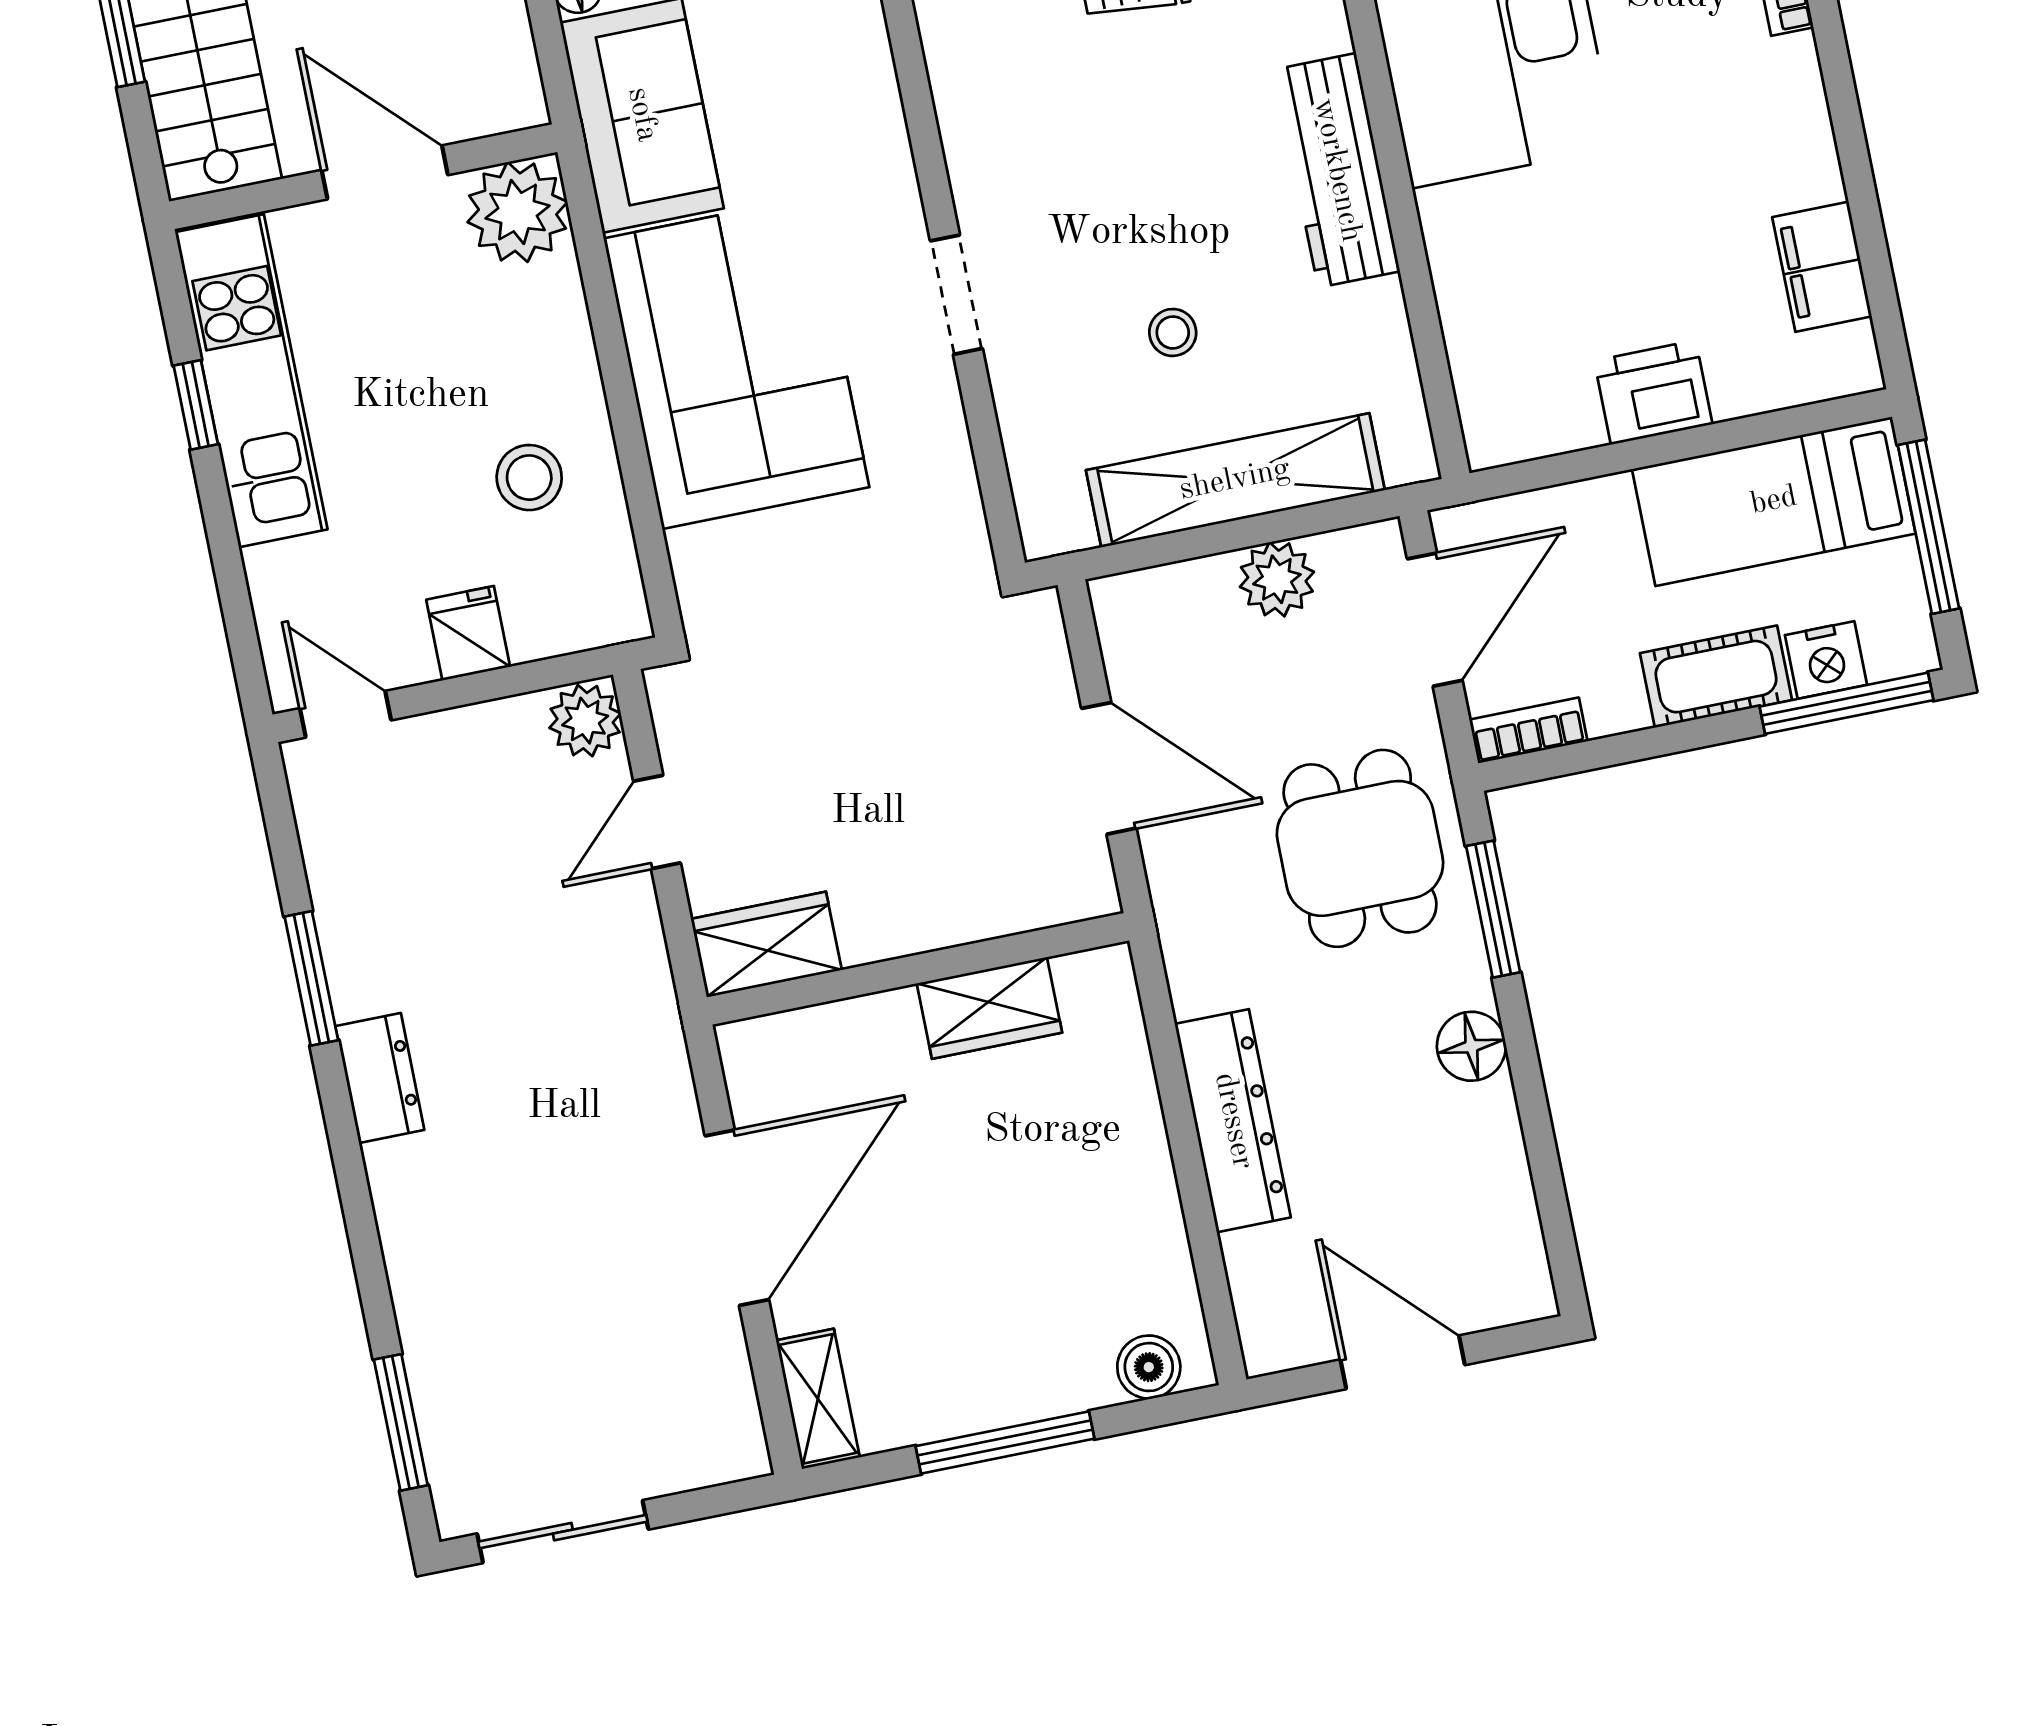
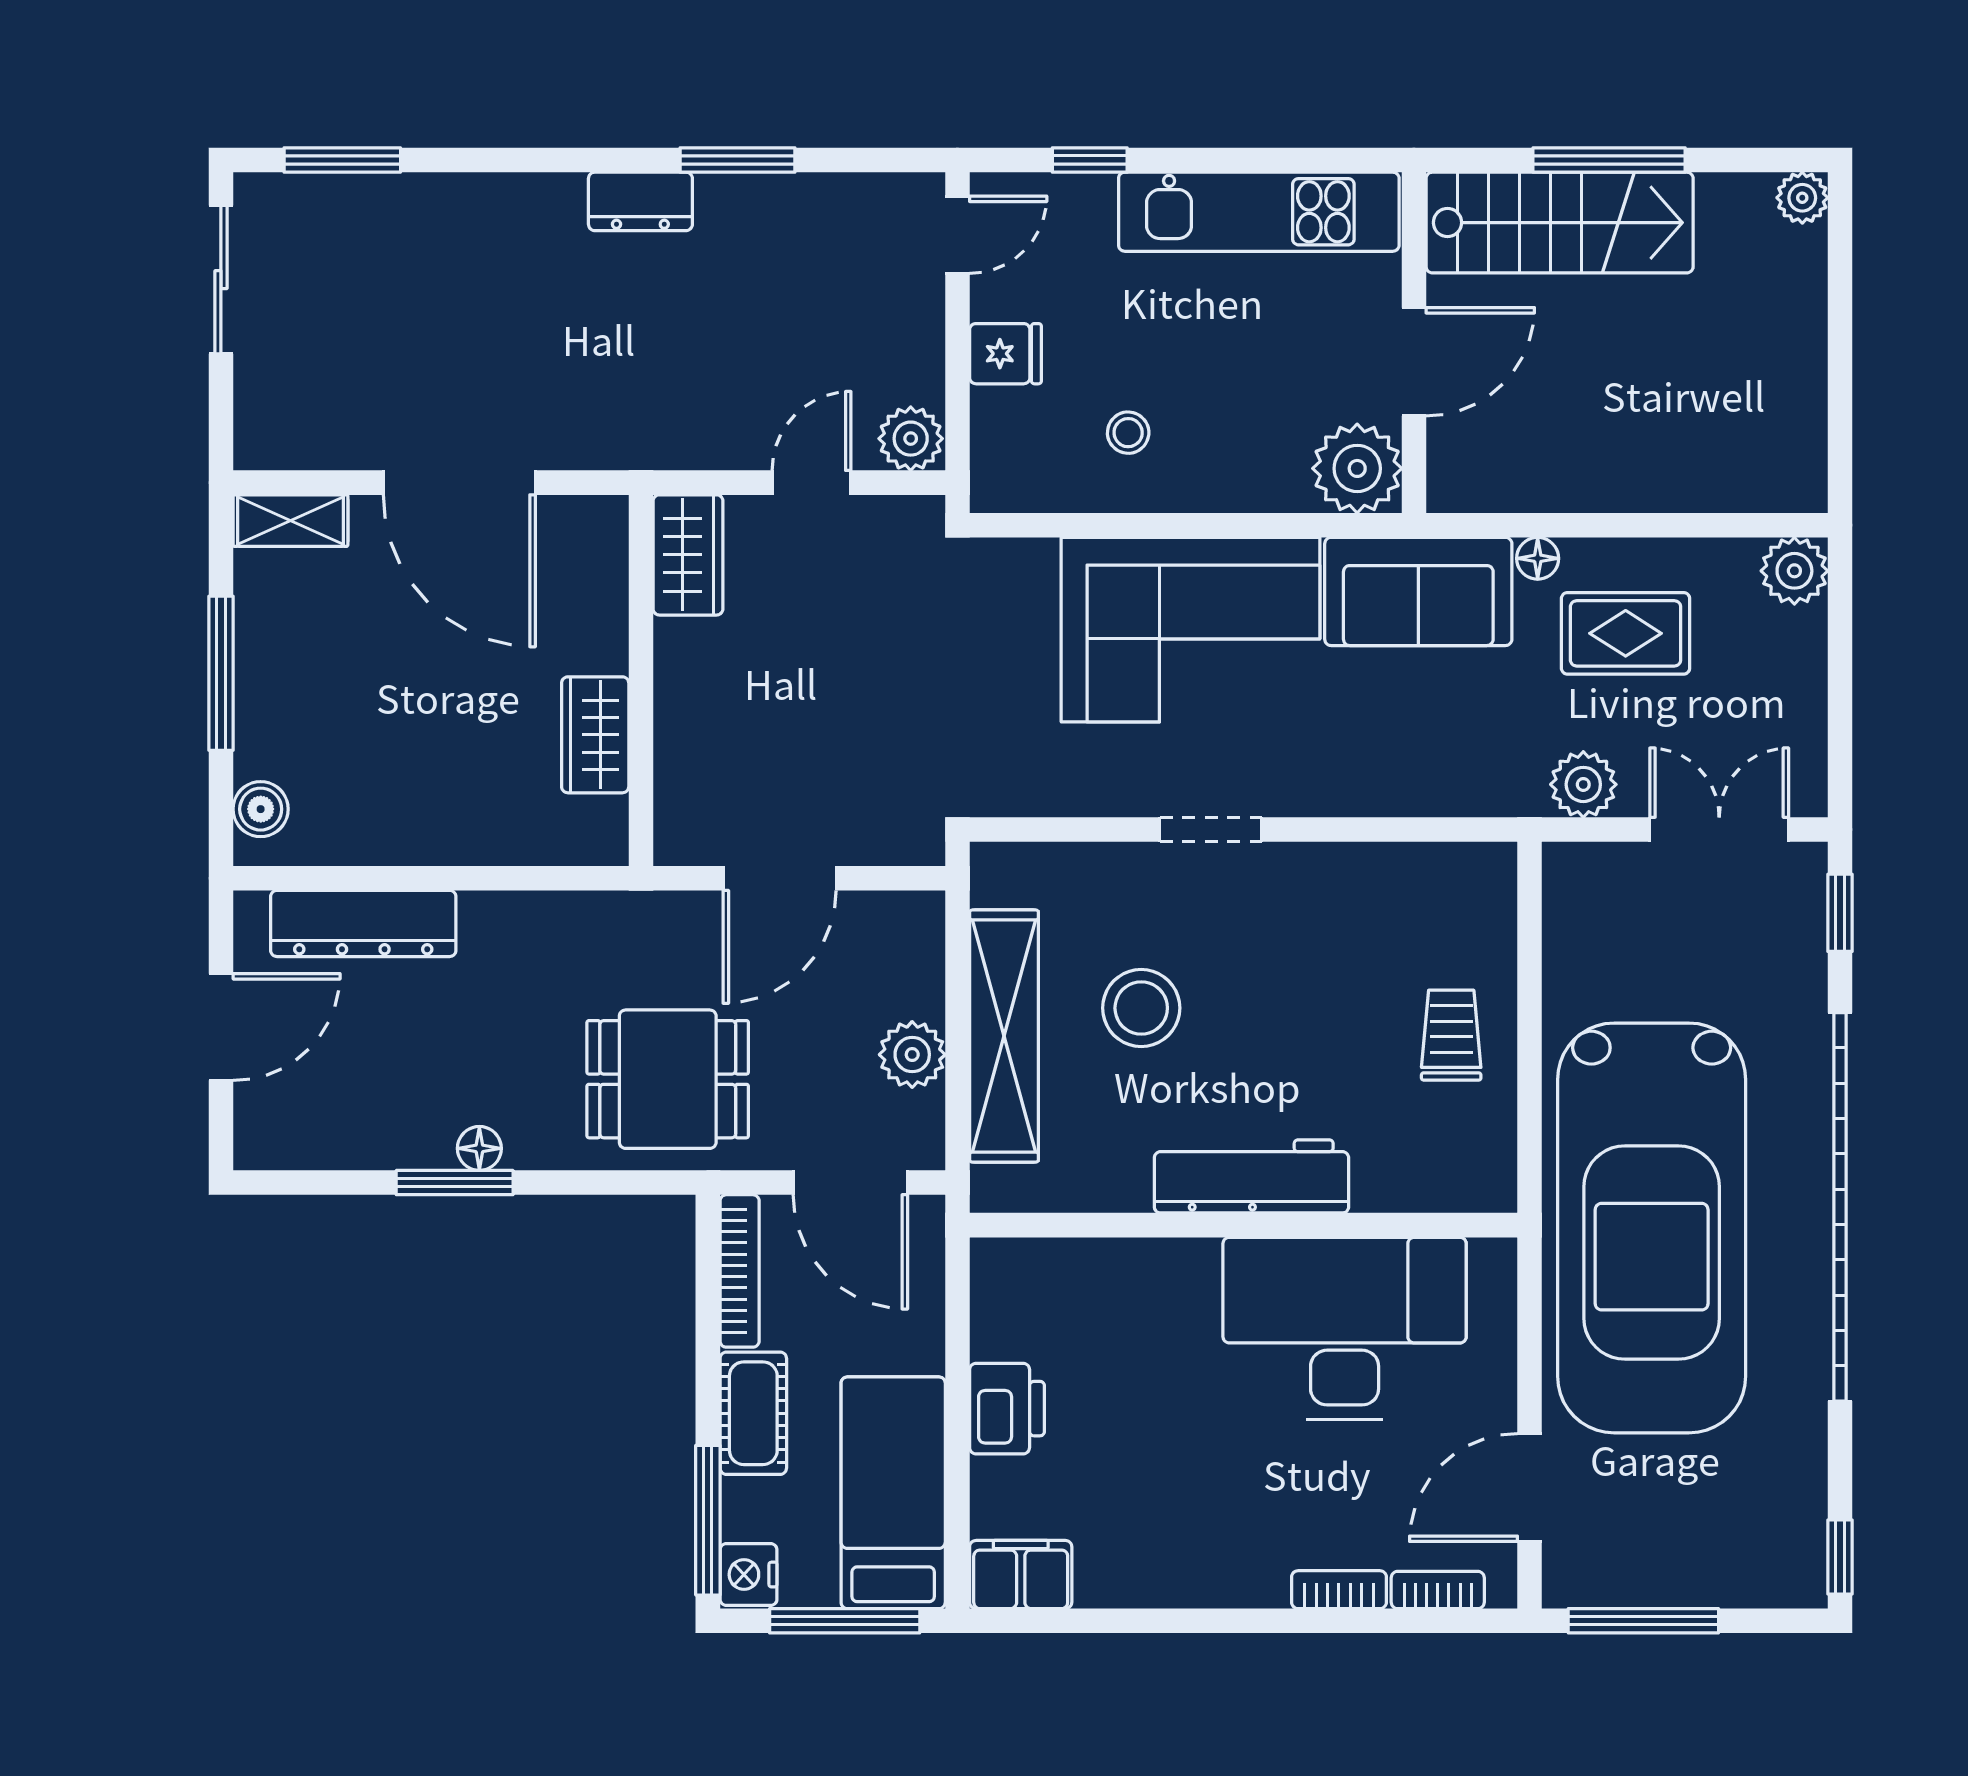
filing cabinet: (1822, 267) -> (1021, 1575), moved
stool: (1173, 332) -> (1141, 1008), width x1.89, depth x1.89
window: (196, 405) -> (1090, 160), moved
stool: (529, 478) -> (1128, 433), width x0.73, depth x0.73
nightstand: (1826, 660) -> (749, 1575), moved
bookcase: (1528, 730) -> (740, 1271), width x1.56
door: (657, 822) -> (812, 483), hinge flipped
window: (1493, 909) -> (455, 1183), moved
floor lamp: (1471, 1046) -> (479, 1148), width x0.73, depth x0.73
dresser: (1233, 1121) -> (363, 923), moved

